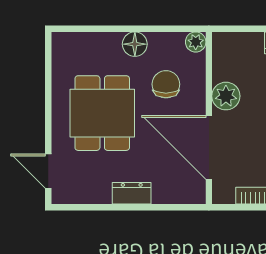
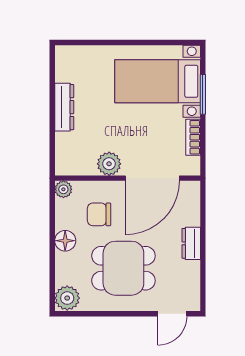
plant: (67, 46) -> (67, 298), added

